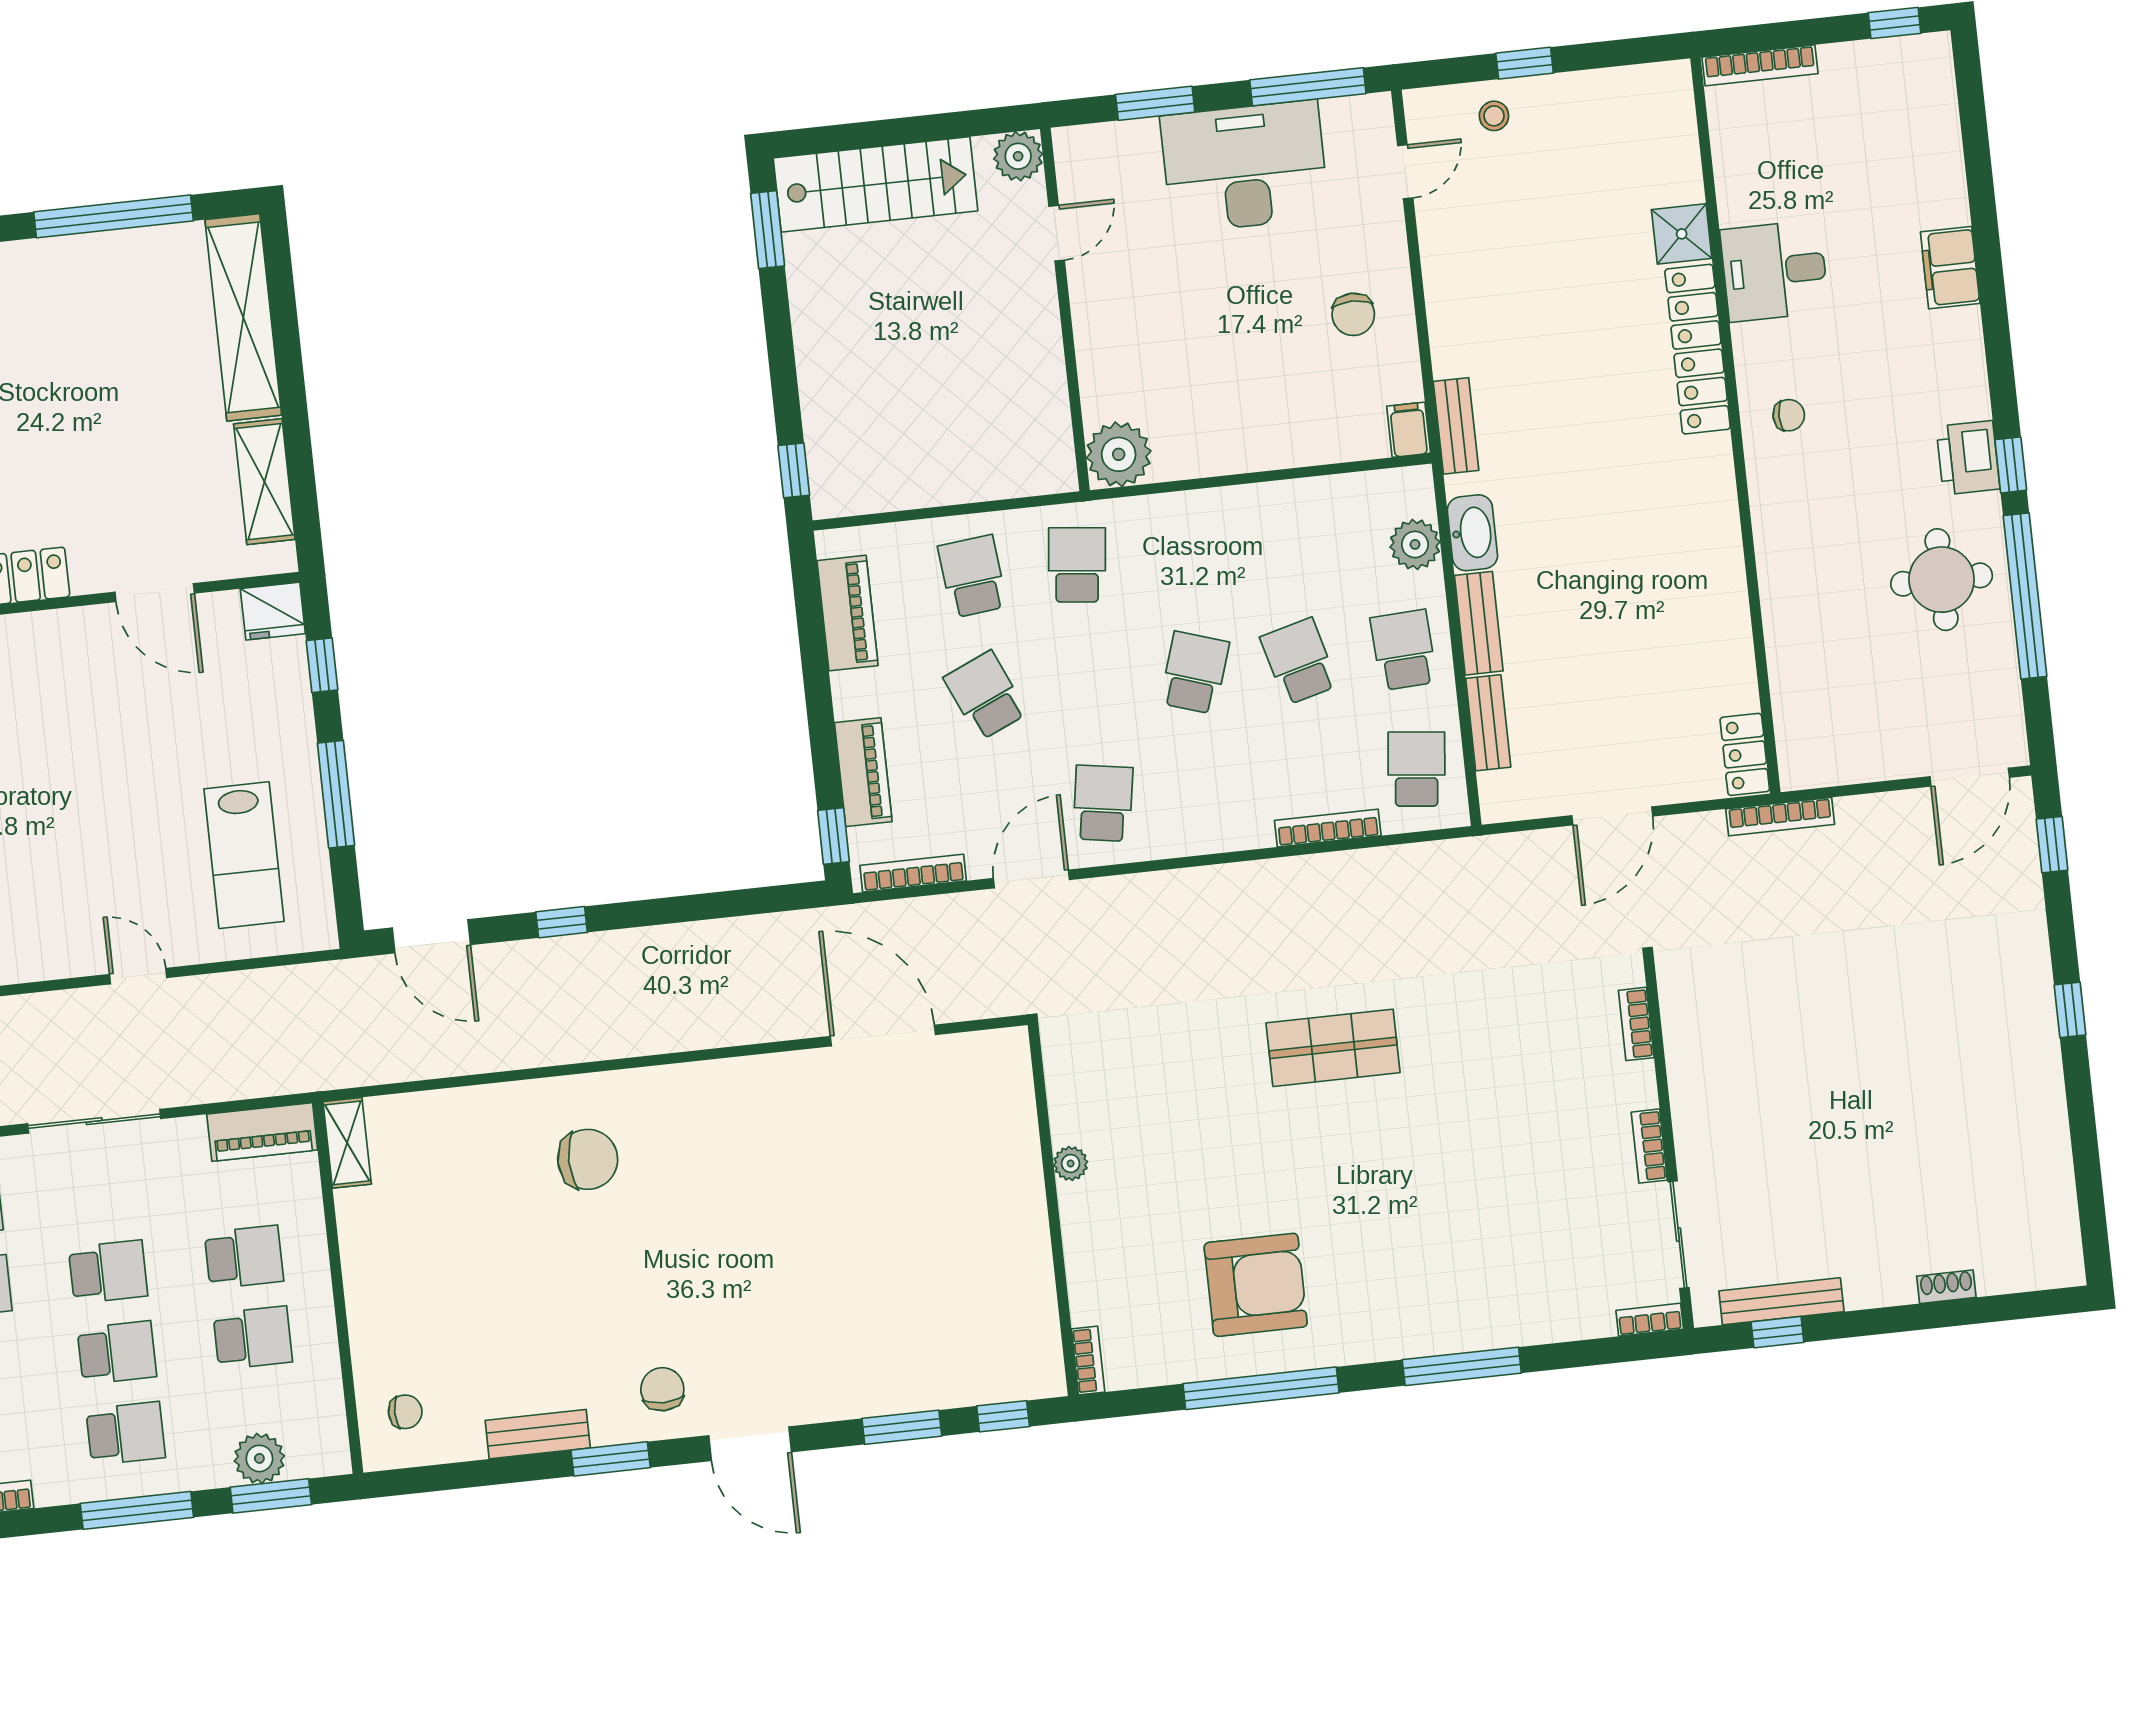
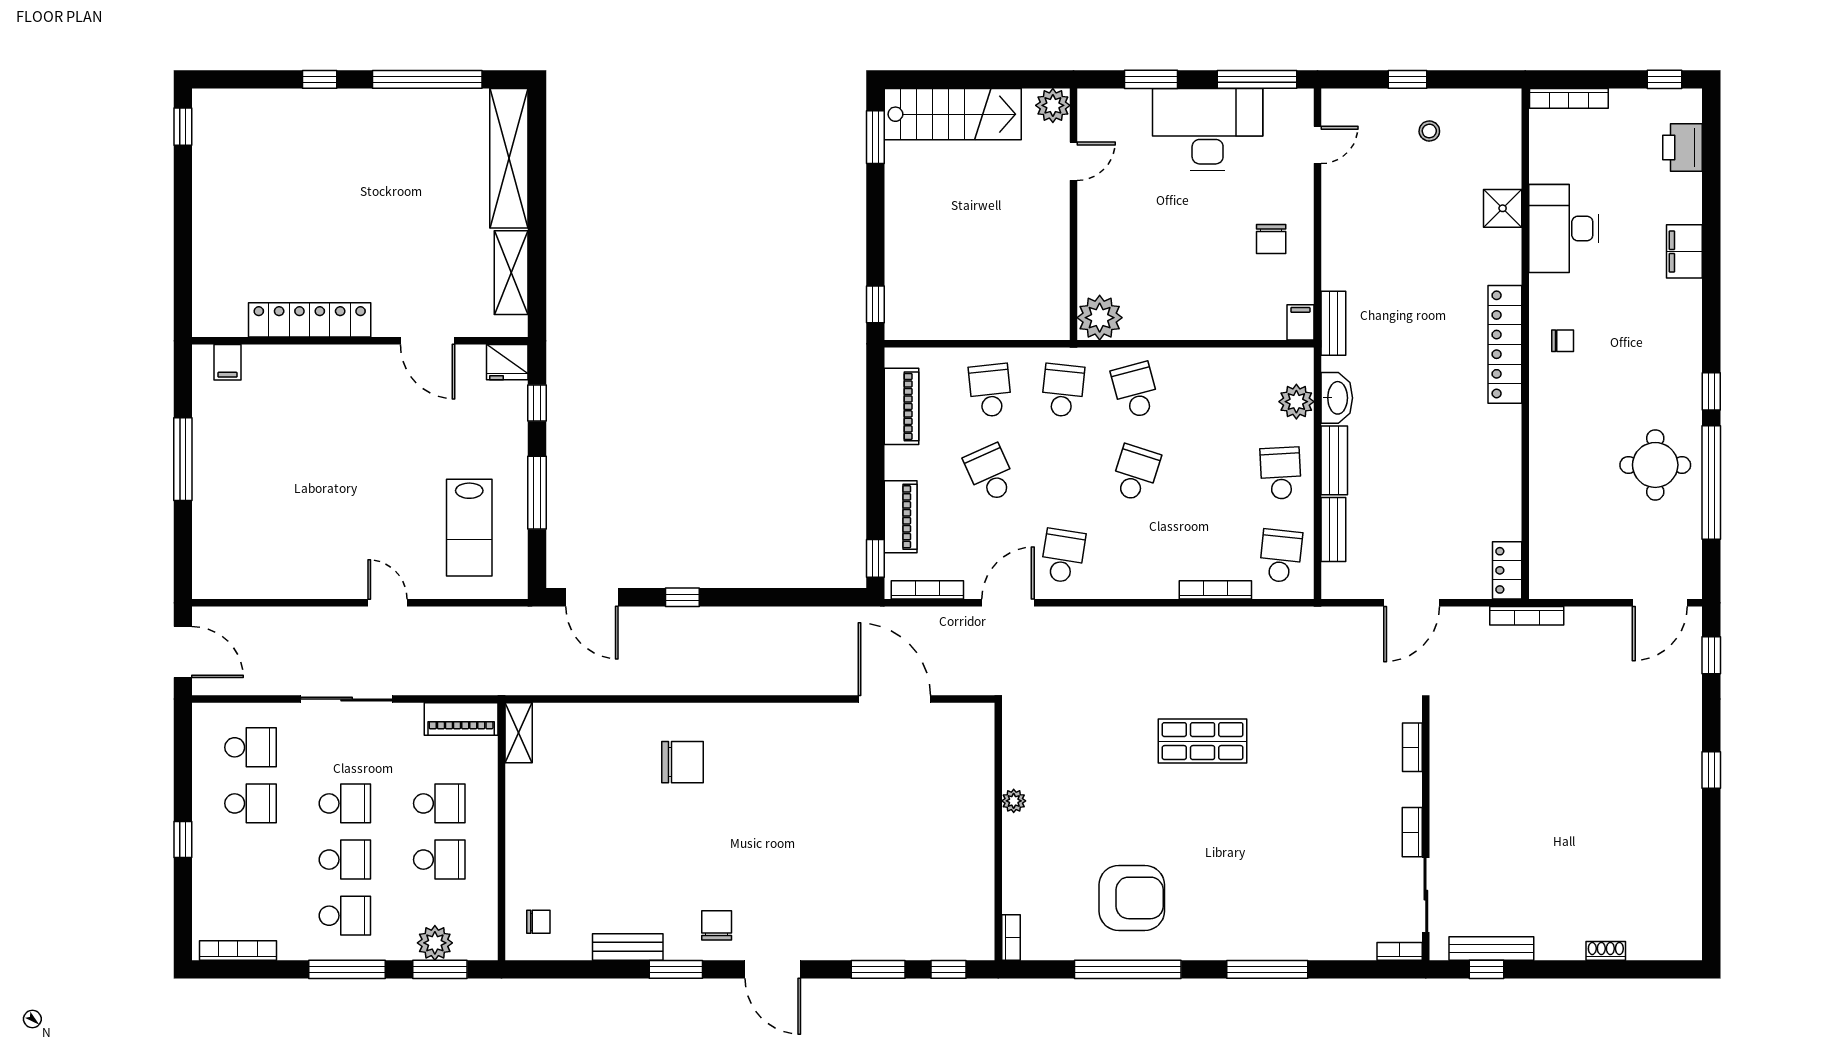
stool: (1494, 116) -> (1429, 131), moved
desk: (1774, 271) -> (1564, 229), width x1.37
locker: (1698, 349) -> (1505, 344), moved
printer: (1968, 458) -> (1683, 148), moved
school desk: (1299, 661) -> (1135, 390), moved

